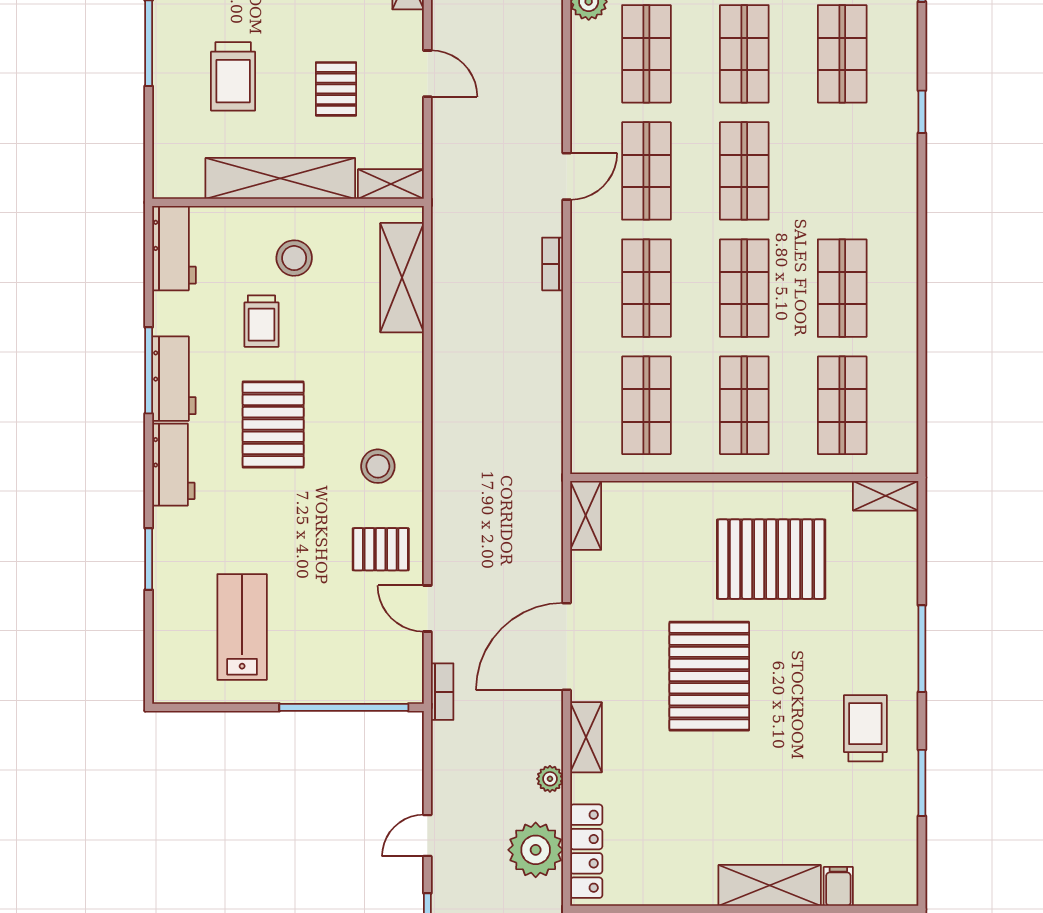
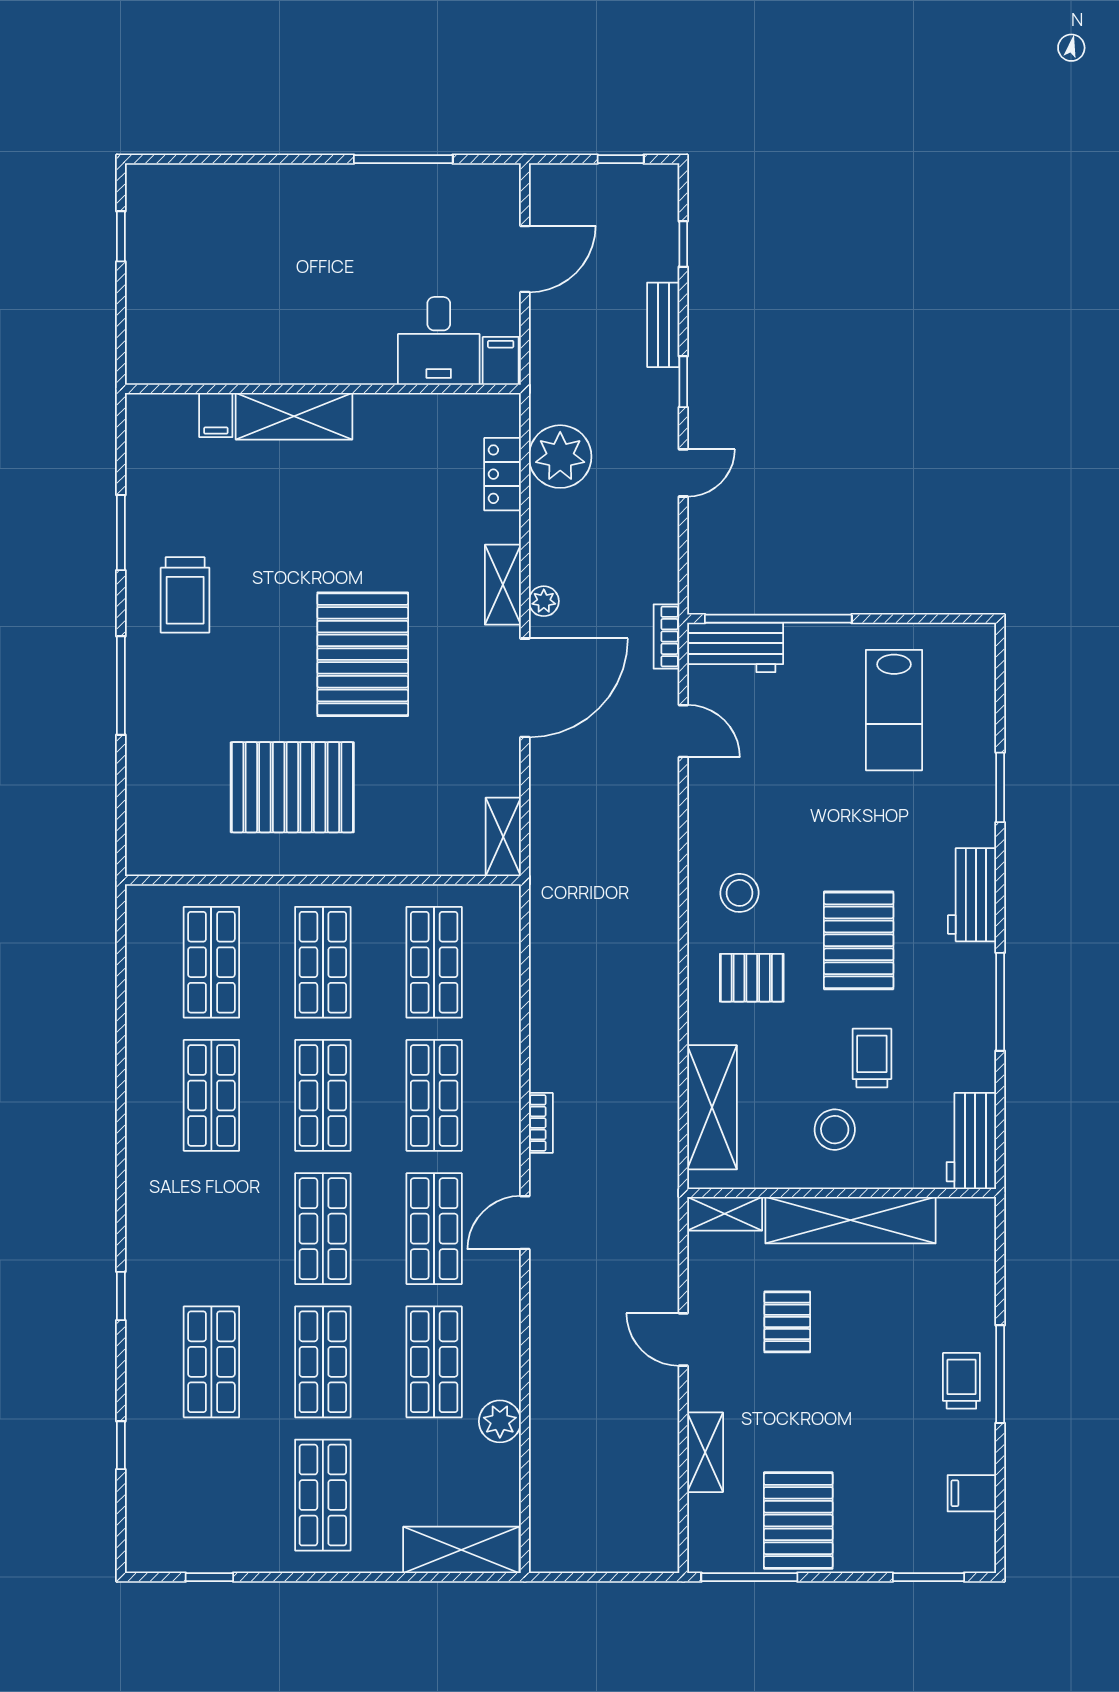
trolley: (233, 76) -> (961, 1381), moved, width x0.73, depth x0.72
workbench: (174, 379) -> (735, 647), moved, turned -90
shelving: (886, 496) -> (162, 859), removed
pallet: (381, 549) -> (752, 978), moved
plant: (550, 779) -> (544, 601), moved
locker: (586, 851) -> (503, 474), width x0.66

